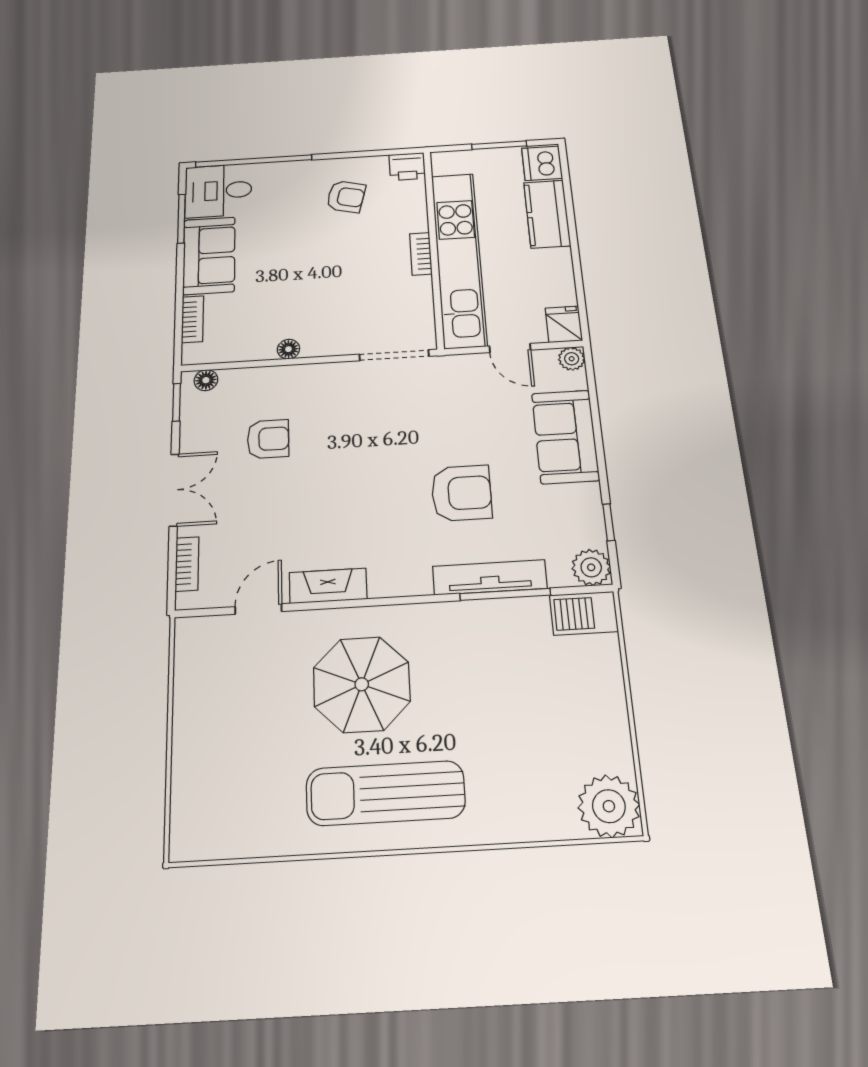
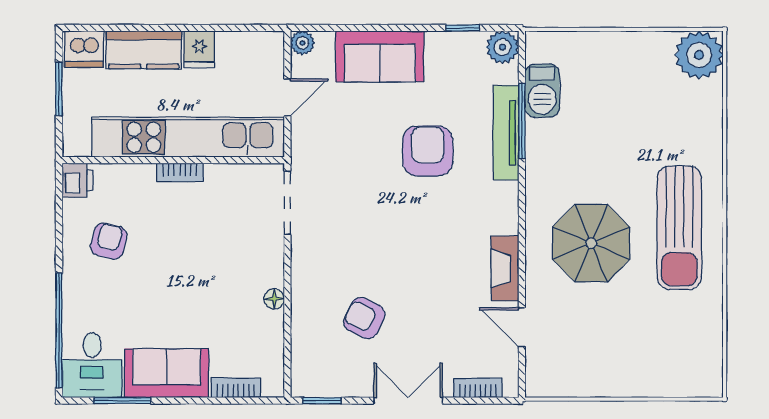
fridge: (564, 324) -> (199, 49), moved, turned -90
floor lamp: (206, 380) -> (301, 374), removed
armchair: (268, 439) -> (364, 318), turned -64
barbecue: (584, 613) -> (542, 91), moved

